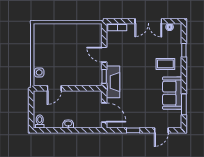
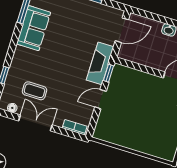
door: (104, 55) -> (100, 99), swing flipped
coffee table: (165, 64) -> (34, 91), moved
door: (104, 112) -> (122, 30), swing flipped

